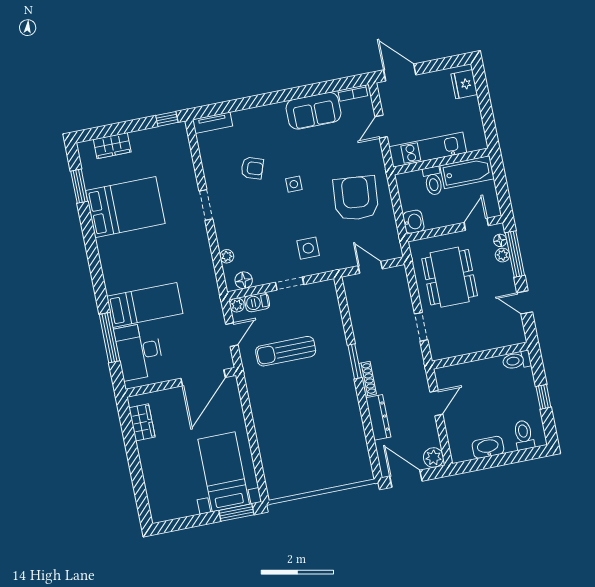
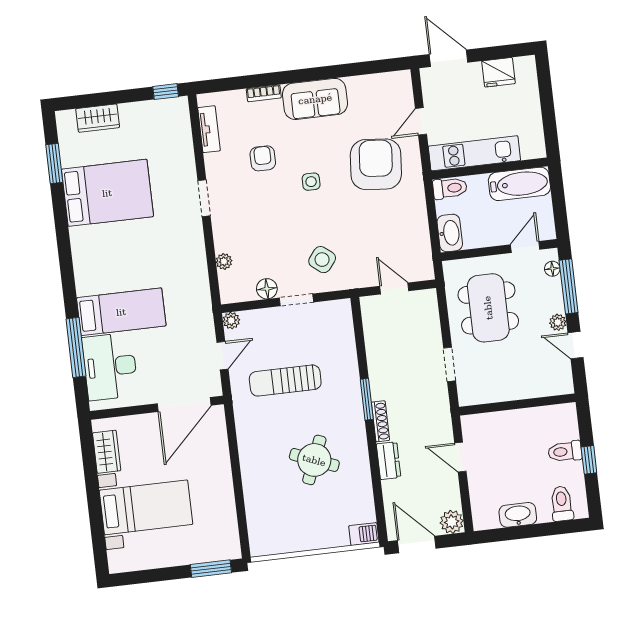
fridge: (464, 84) -> (499, 72), moved, turned -90
bookcase: (353, 93) -> (264, 93), moved
sofa: (314, 111) -> (315, 99), moved
tv unit: (213, 123) -> (209, 129), moved, turned -90
armchair: (252, 168) -> (263, 158), turned -109
toilet: (433, 181) -> (450, 188), moved, turned -90
armchair: (356, 198) -> (376, 164), moved
washbasin: (413, 222) -> (450, 233), width x1.38
side table: (308, 248) -> (322, 260), turned 38
plant: (502, 255) -> (558, 322), moved
floor lamp: (244, 280) -> (267, 289), moved
barbecue: (257, 302) -> (364, 534), moved, turned 180
toilet: (517, 360) -> (565, 451), moved
door: (436, 403) -> (460, 457), swing flipped
round table: (315, 415) -> (314, 460), added
dresser: (378, 417) -> (389, 461), width x0.70
bed with nightstands: (224, 472) -> (146, 507), moved, turned 90

